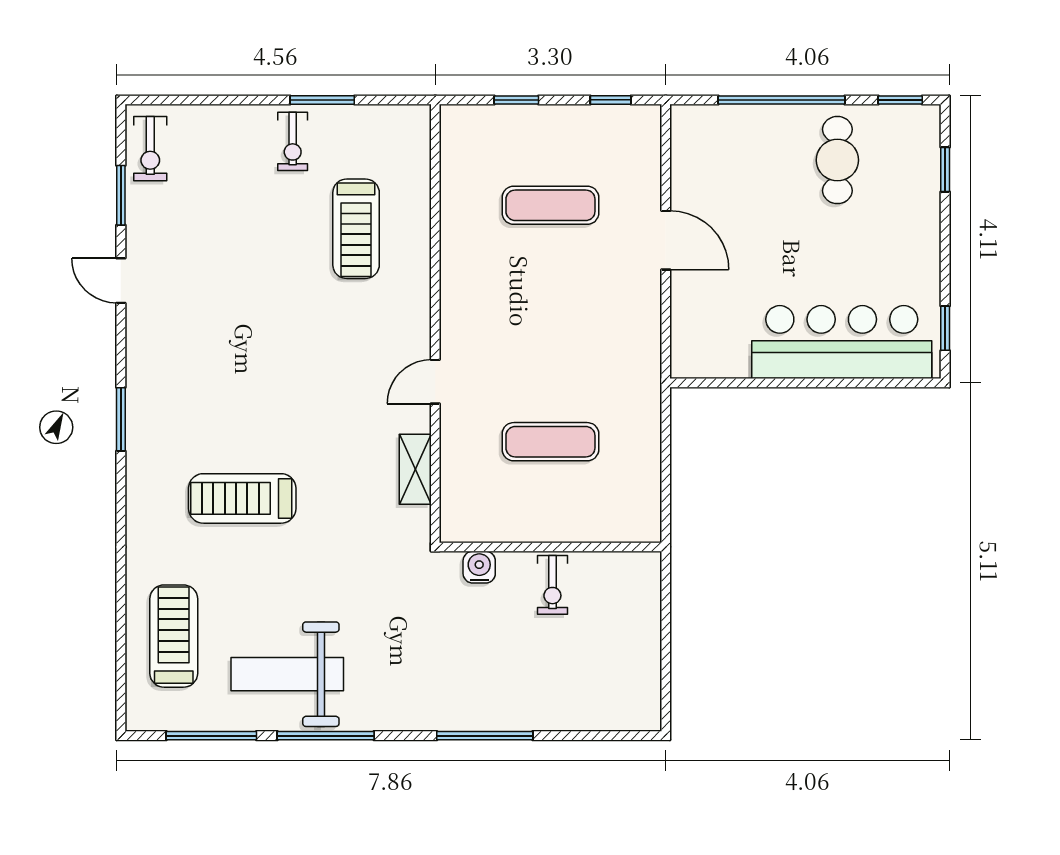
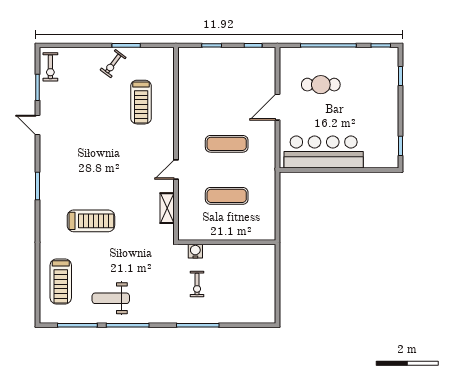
exercise bike: (293, 141) -> (113, 64), turned 37
cafe table: (837, 160) -> (321, 85), moved, turned 90
exercise mat: (550, 205) -> (227, 144), moved
door: (666, 240) -> (277, 107), swing flipped
bar counter: (842, 342) -> (324, 152), moved
treadmill: (242, 498) -> (91, 221), turned 180
exercise bike: (552, 585) -> (197, 284), moved
treadmill: (174, 636) -> (61, 281), turned 180
weight bench: (287, 674) -> (111, 298), width x0.73, depth x0.75

